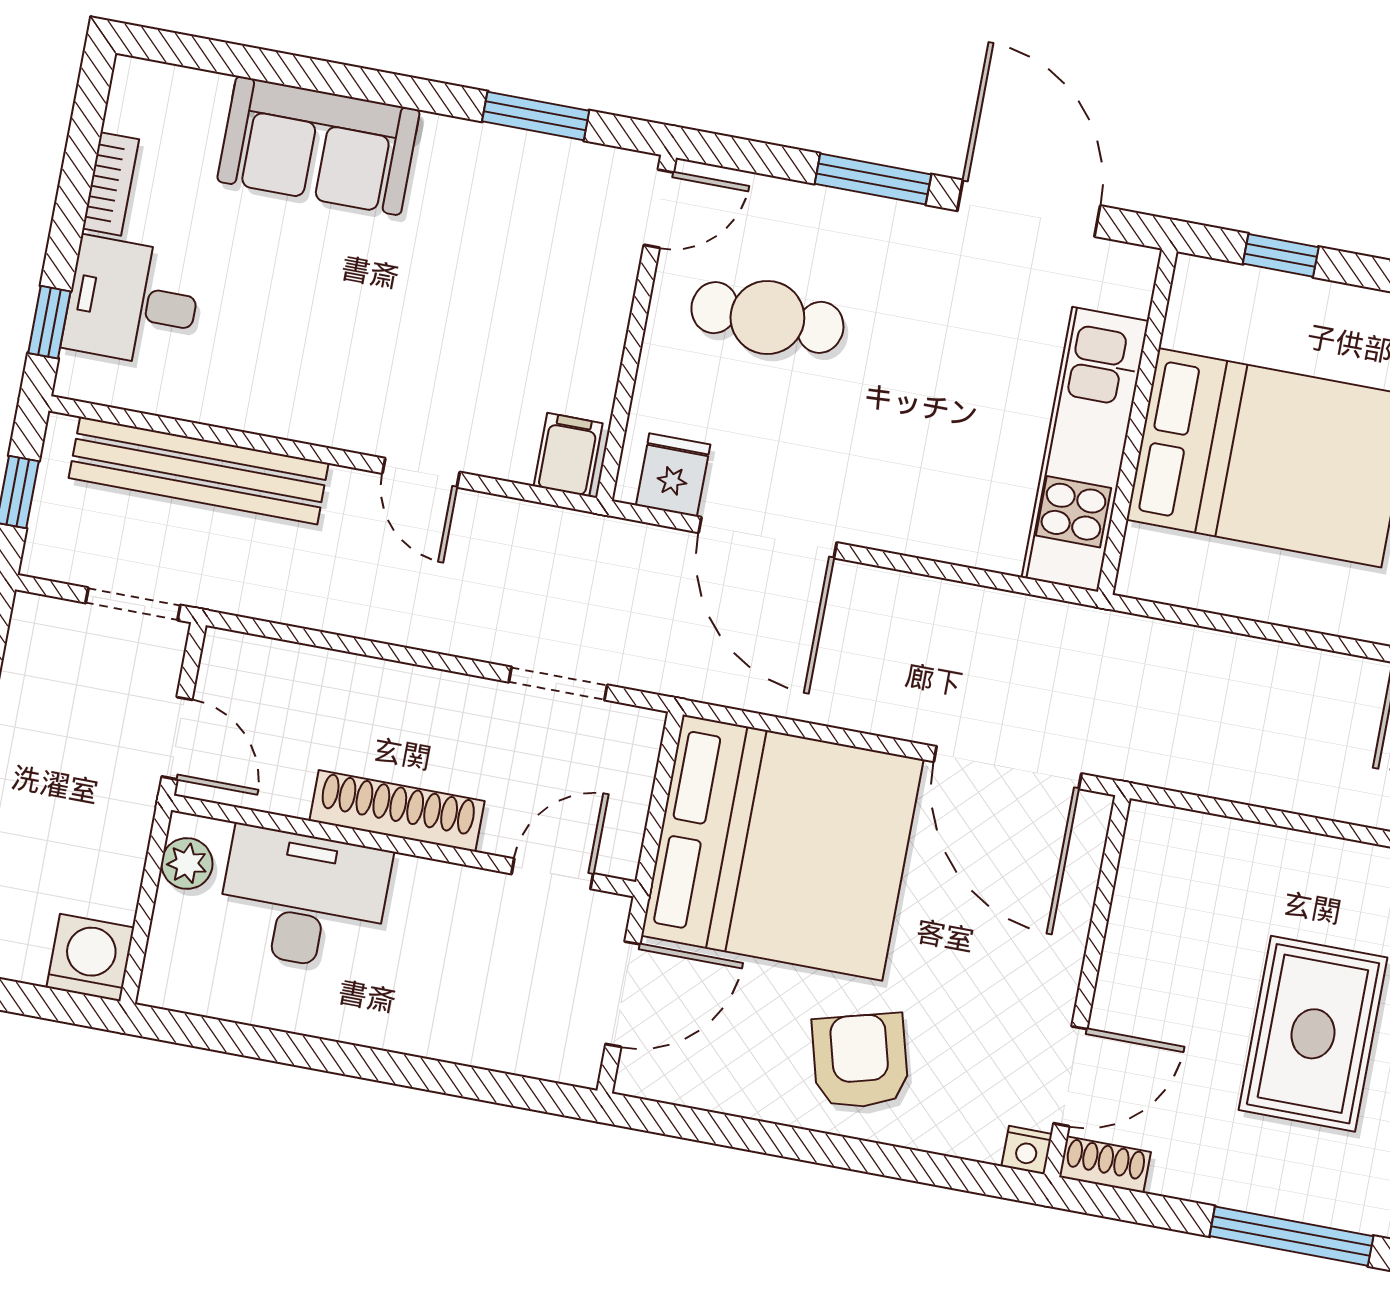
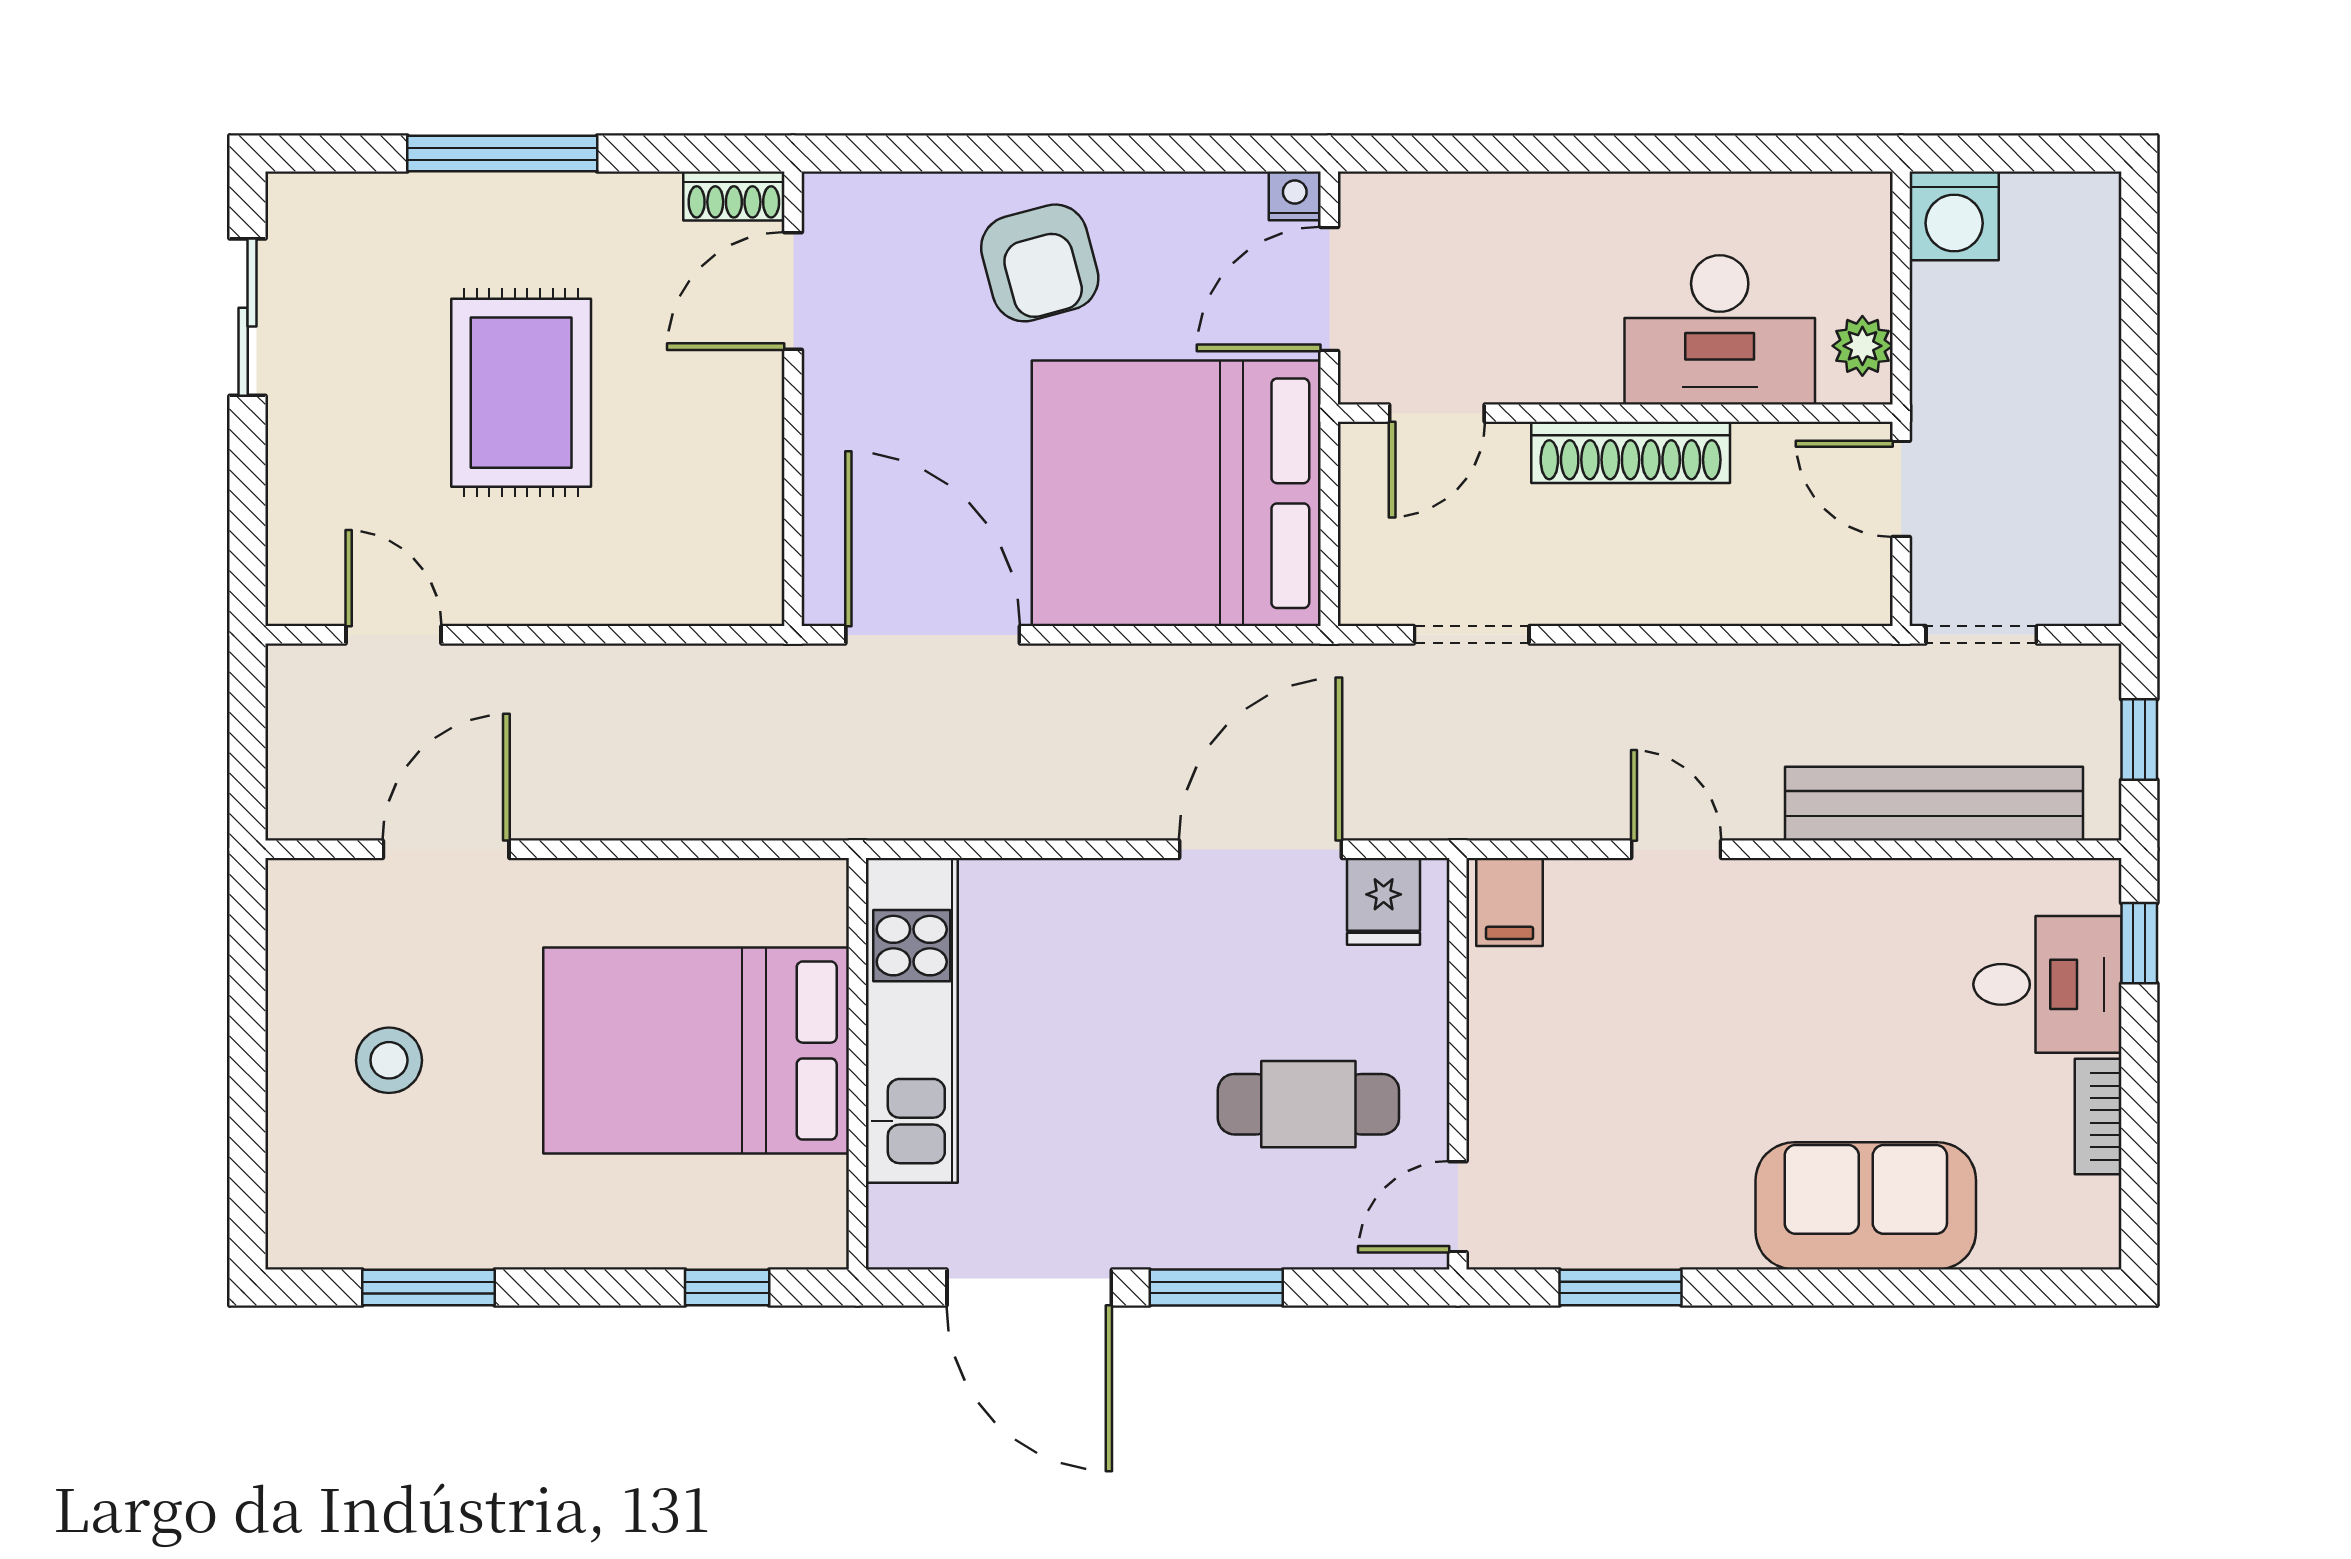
door: (768, 538) -> (1260, 849), hinge flipped
nightstand: (1027, 1150) -> (1295, 196), moved

